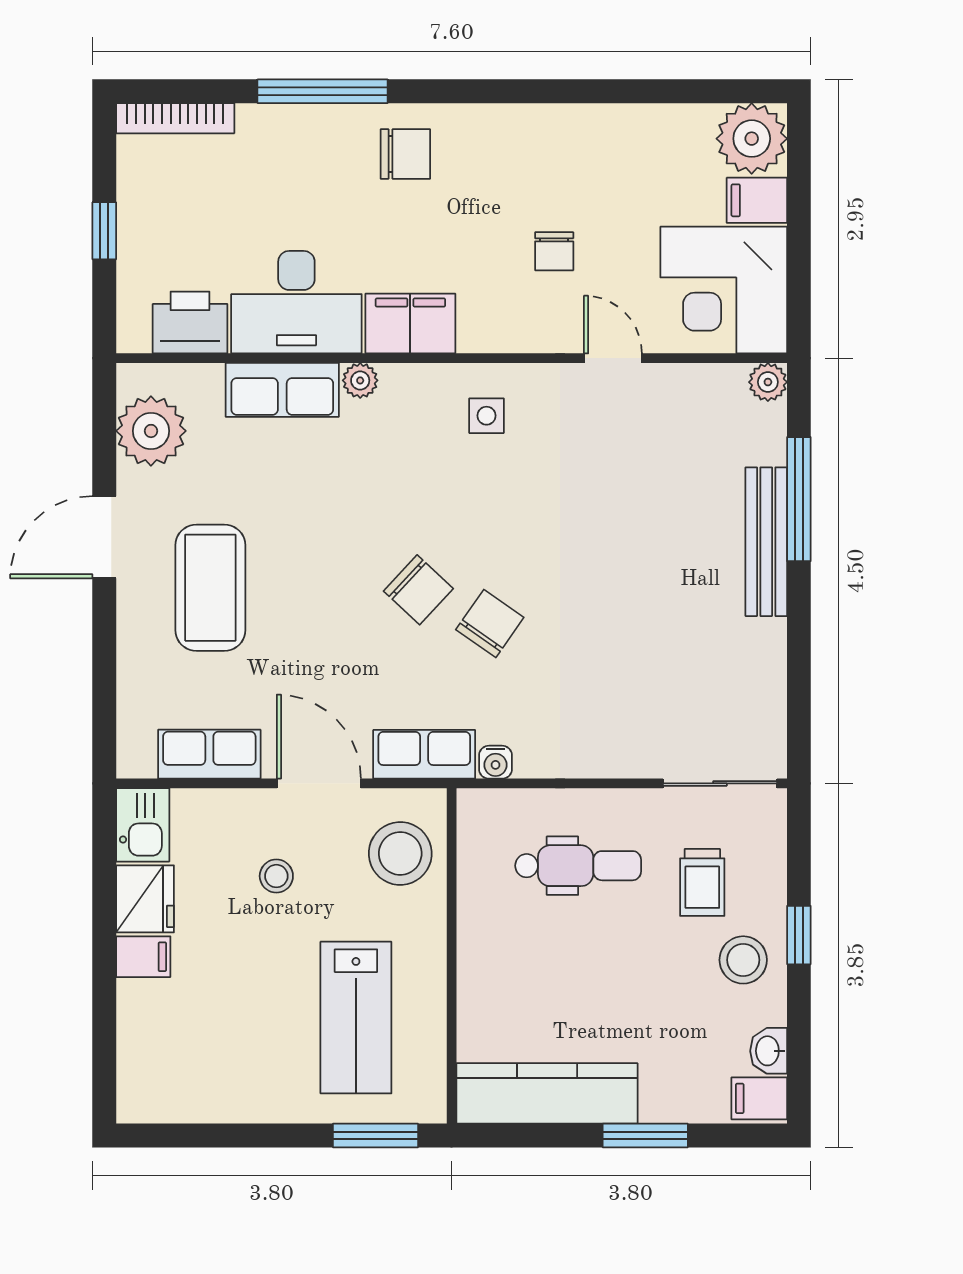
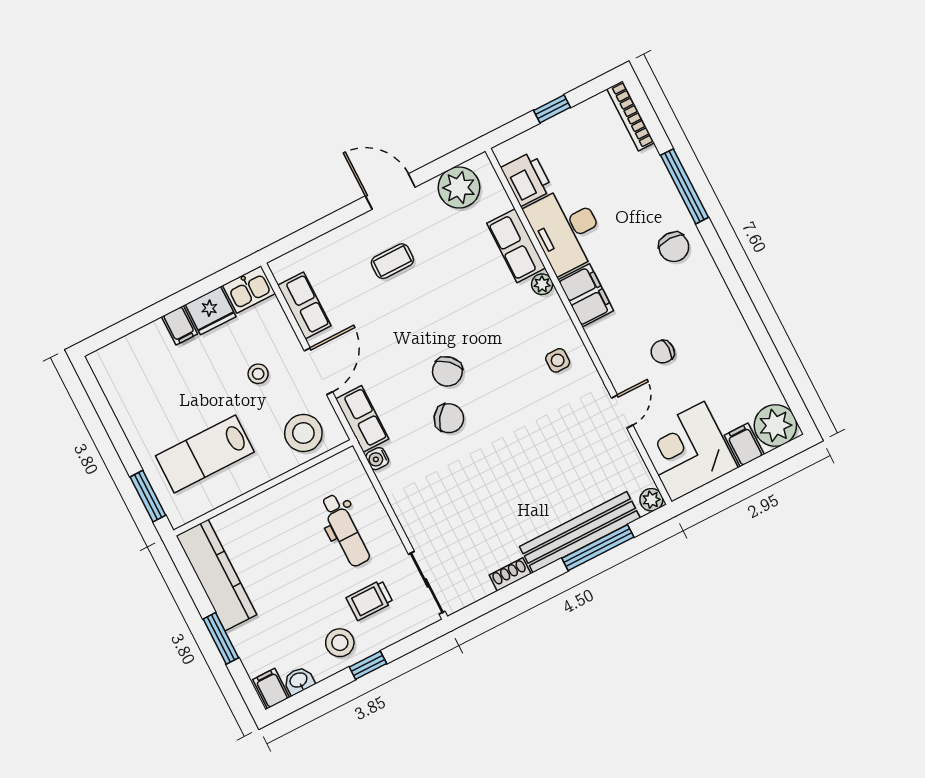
bench: (766, 542) -> (580, 532), width x1.37, depth x1.21
coffee table: (210, 588) -> (392, 261), width x0.54, depth x0.58
shoe rack: (772, 652) -> (510, 574), added

